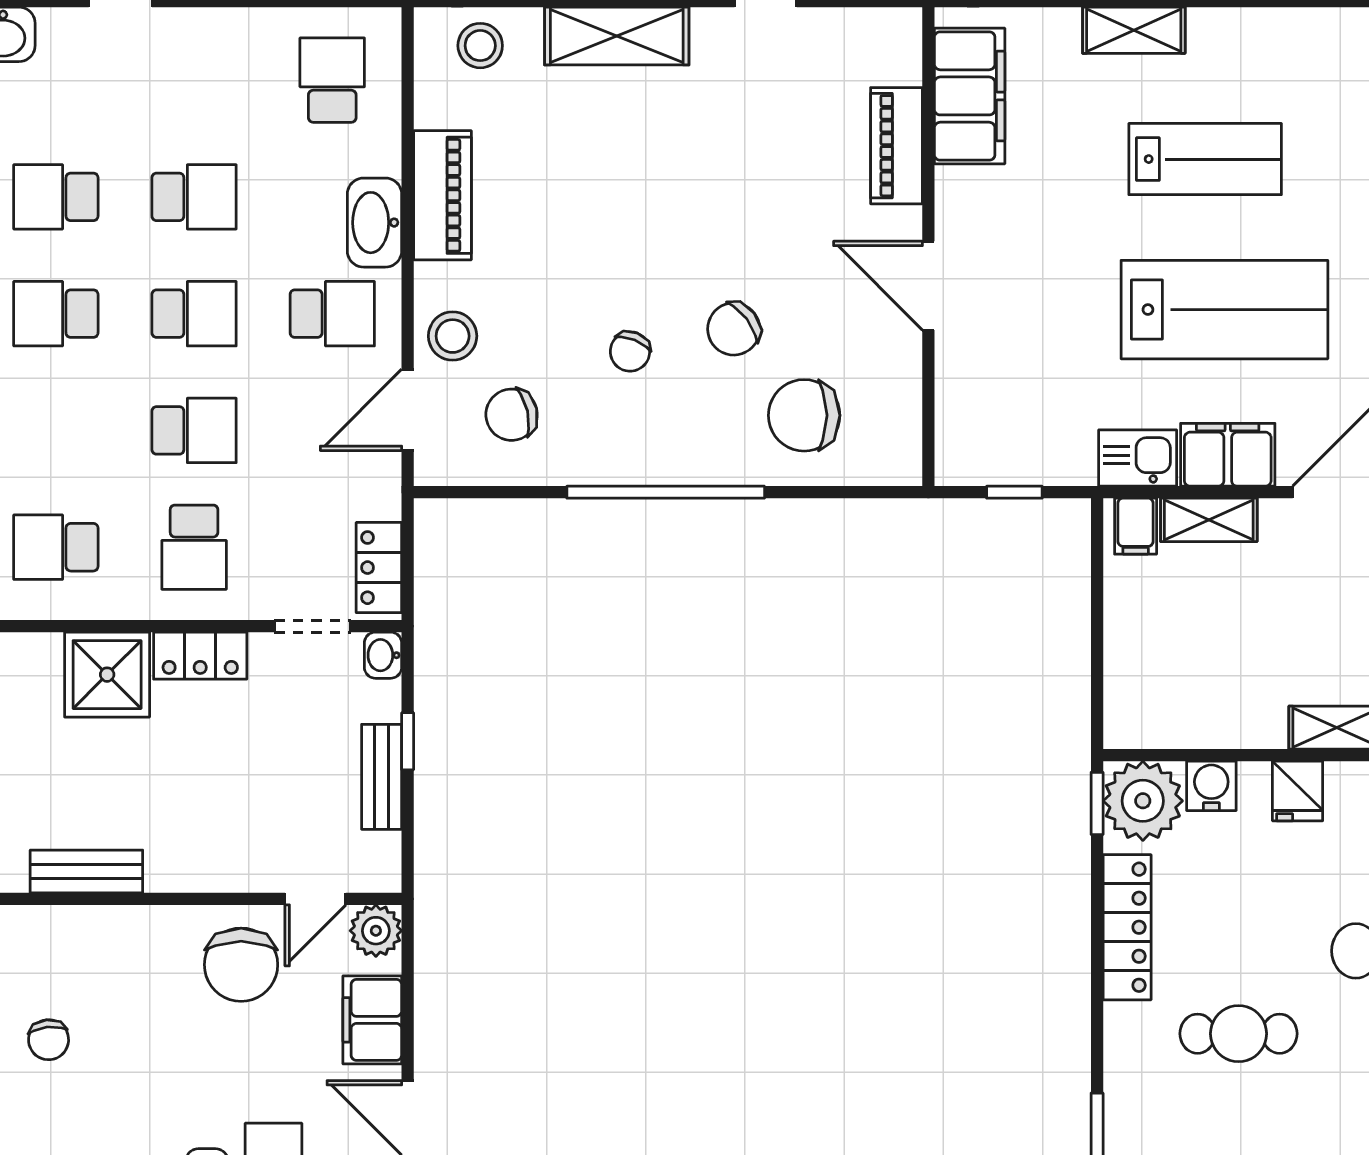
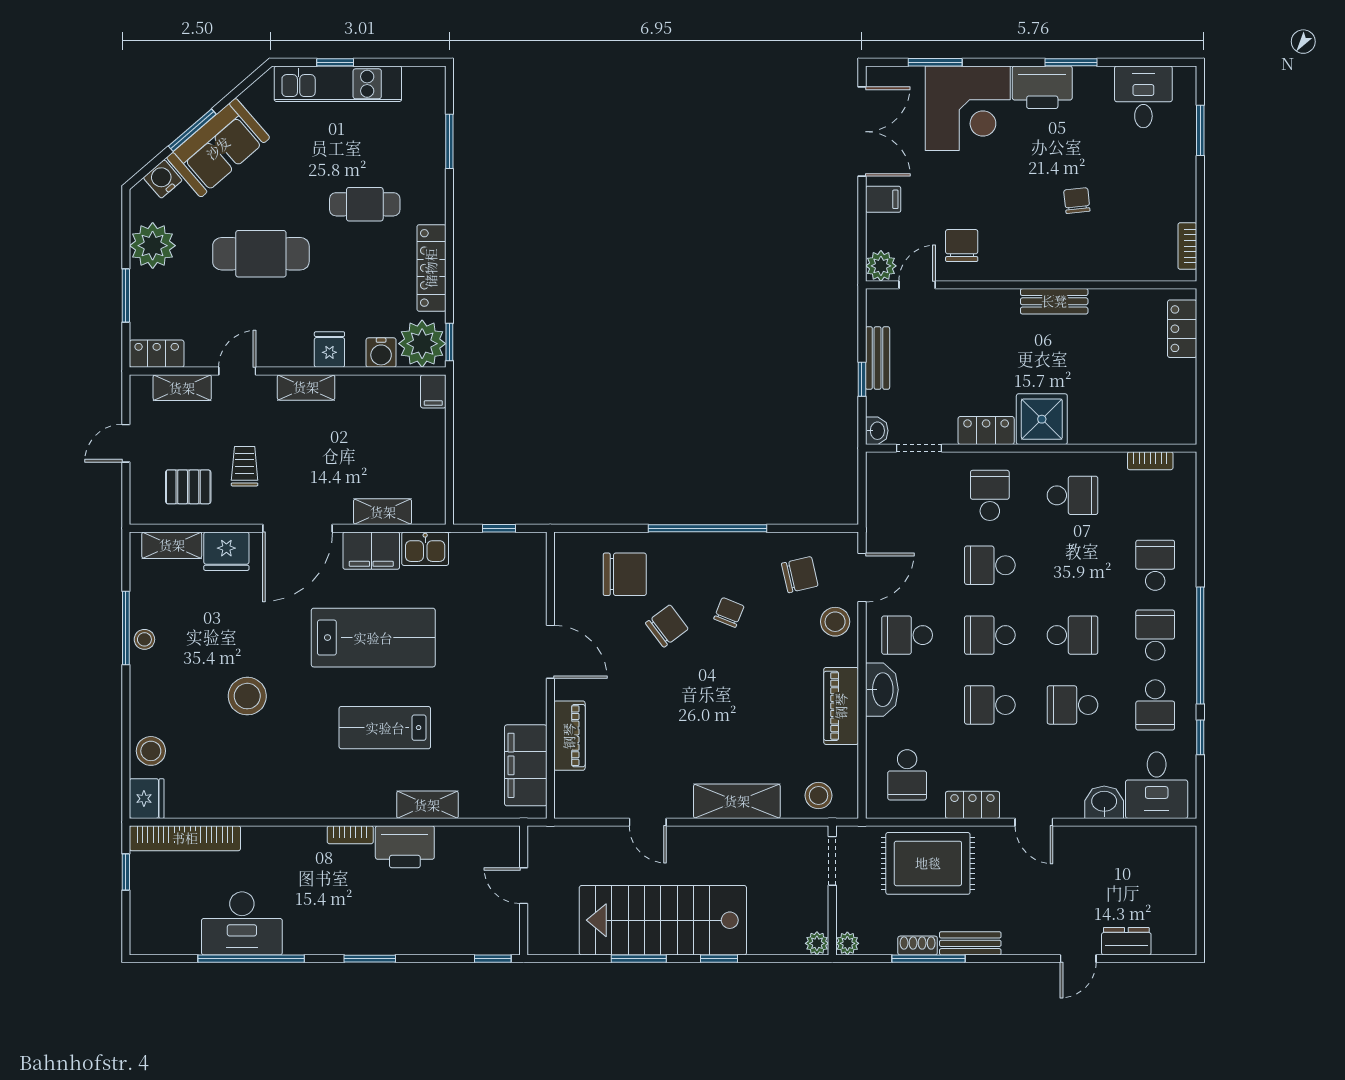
school desk: (56, 197) -> (1072, 705), turned 180
lab bench: (1224, 310) -> (373, 638), turned 180
filing cabinet: (1136, 526) -> (433, 391), moved, turned 180
locker: (379, 568) -> (972, 805), moved, turned -90
chair: (241, 965) -> (962, 246), width x0.73, depth x0.73
filing cabinet: (372, 1020) -> (883, 199), width x0.50

